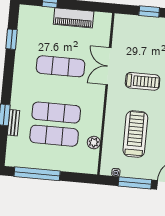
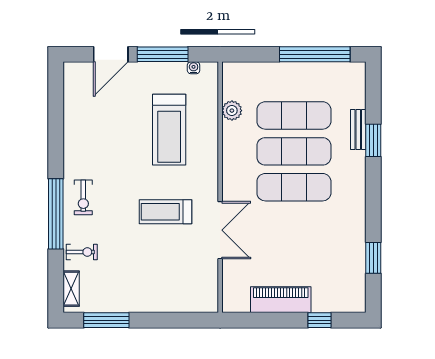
window: (149, 12) -> (165, 320), removed
exercise mat: (61, 66) -> (294, 187), moved

